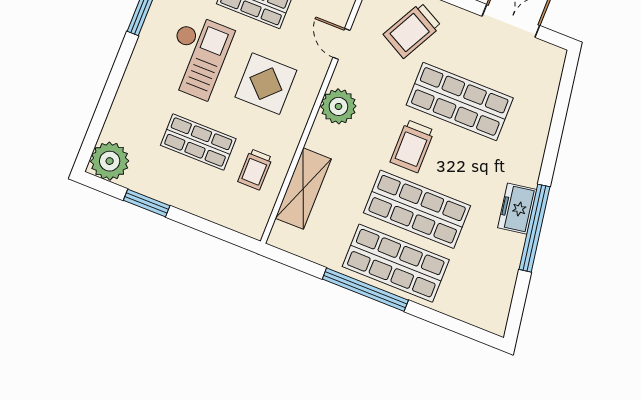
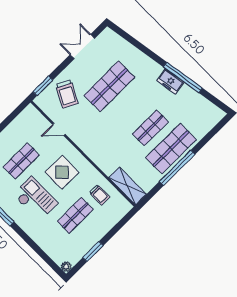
plant: (338, 106) -> (87, 143), removed
trolley: (412, 146) -> (120, 117), removed
plant: (110, 161) -> (66, 267), width x0.53, depth x0.53
shelving: (303, 189) -> (128, 186), moved
shop shelf: (417, 209) -> (150, 128), width x0.70, depth x0.74

